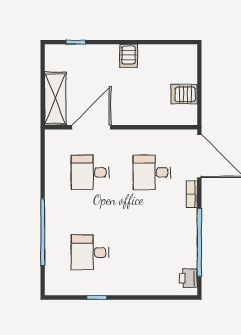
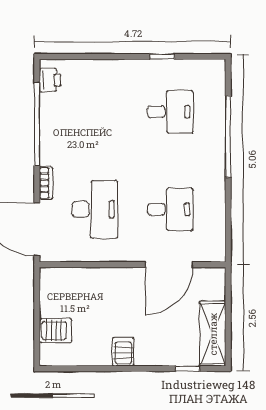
server rack: (184, 94) -> (55, 331), moved
shelving: (55, 99) -> (213, 334), moved
desk: (152, 172) -> (95, 209), width x1.37

